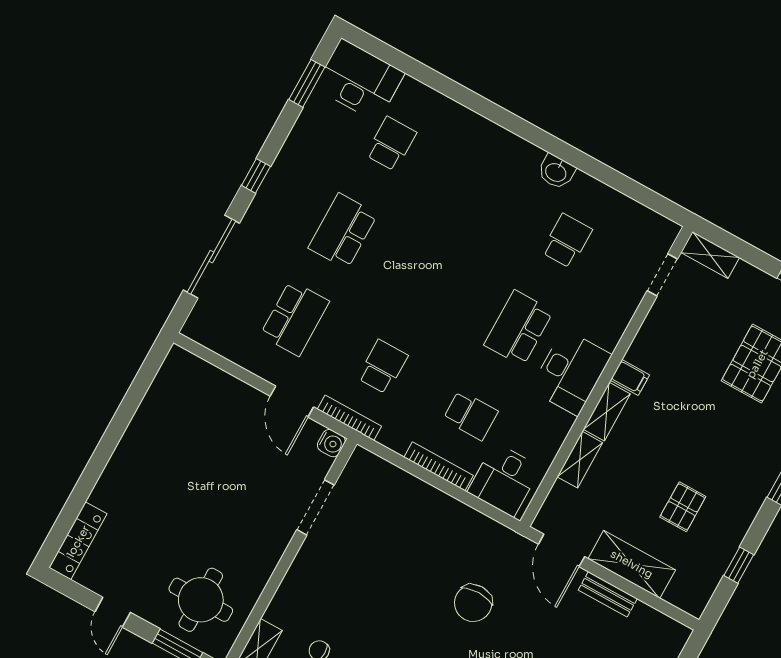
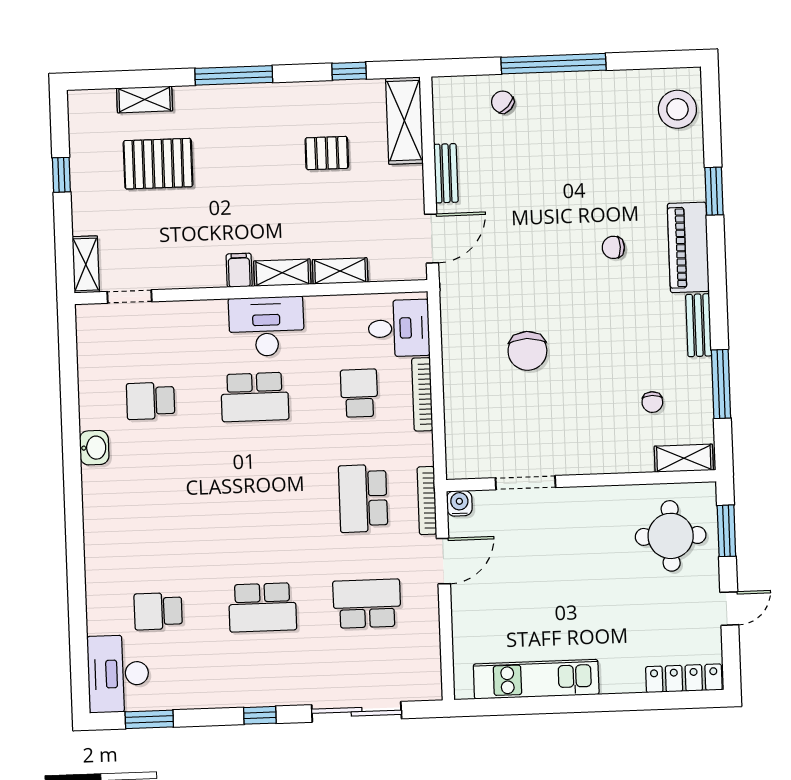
school desk: (383, 367) -> (363, 498), width x1.85
kitchen unit: (150, 419) -> (536, 679), added
shelving: (632, 564) -> (404, 121), moved
chair: (473, 603) -> (527, 351), moved, turned 90

